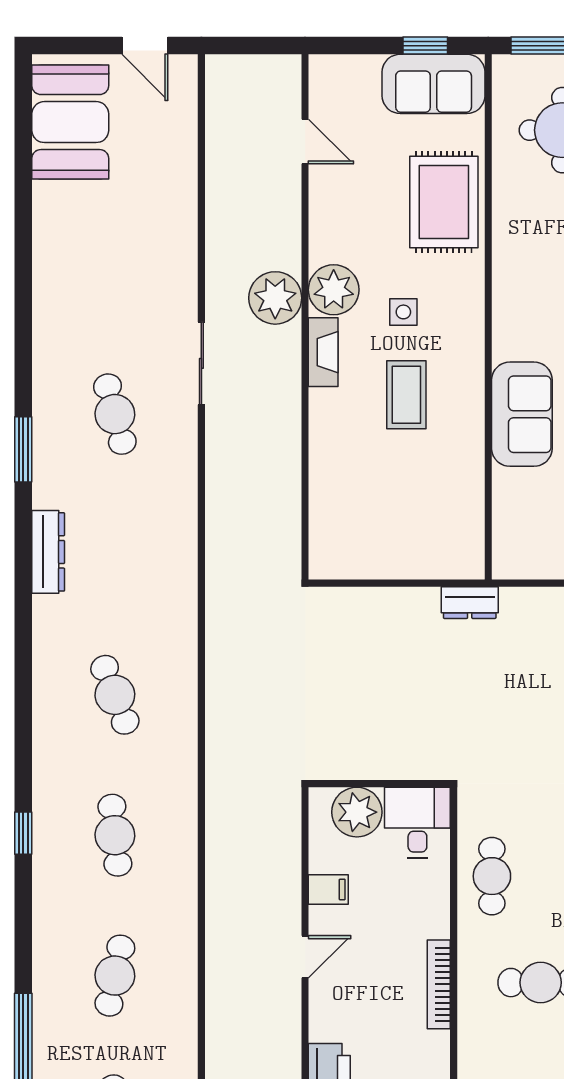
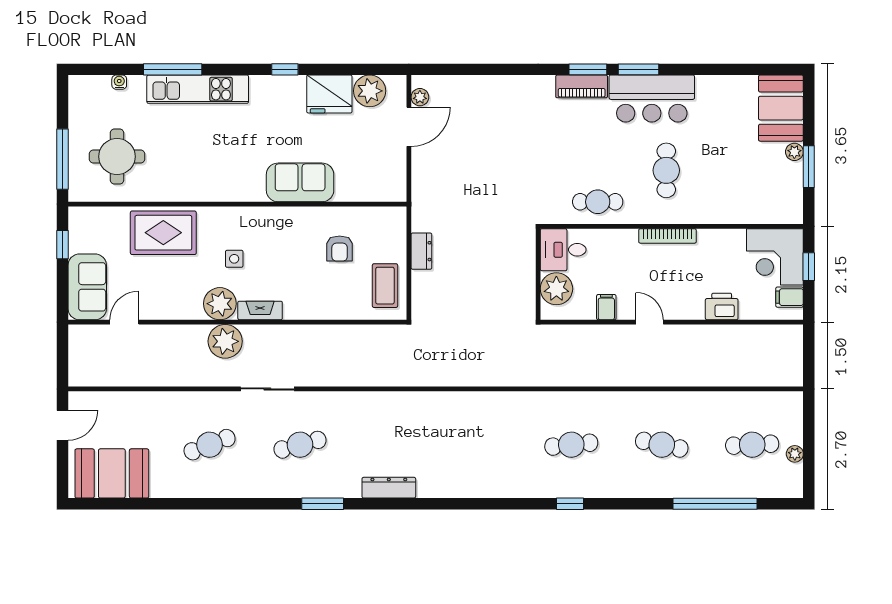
sofa: (434, 84) -> (87, 287), moved
coffee table: (406, 395) -> (385, 286), moved, turned 90
armchair: (419, 476) -> (340, 249), added
dresser: (470, 603) -> (421, 251), moved
cafe table: (115, 695) -> (210, 445), moved

